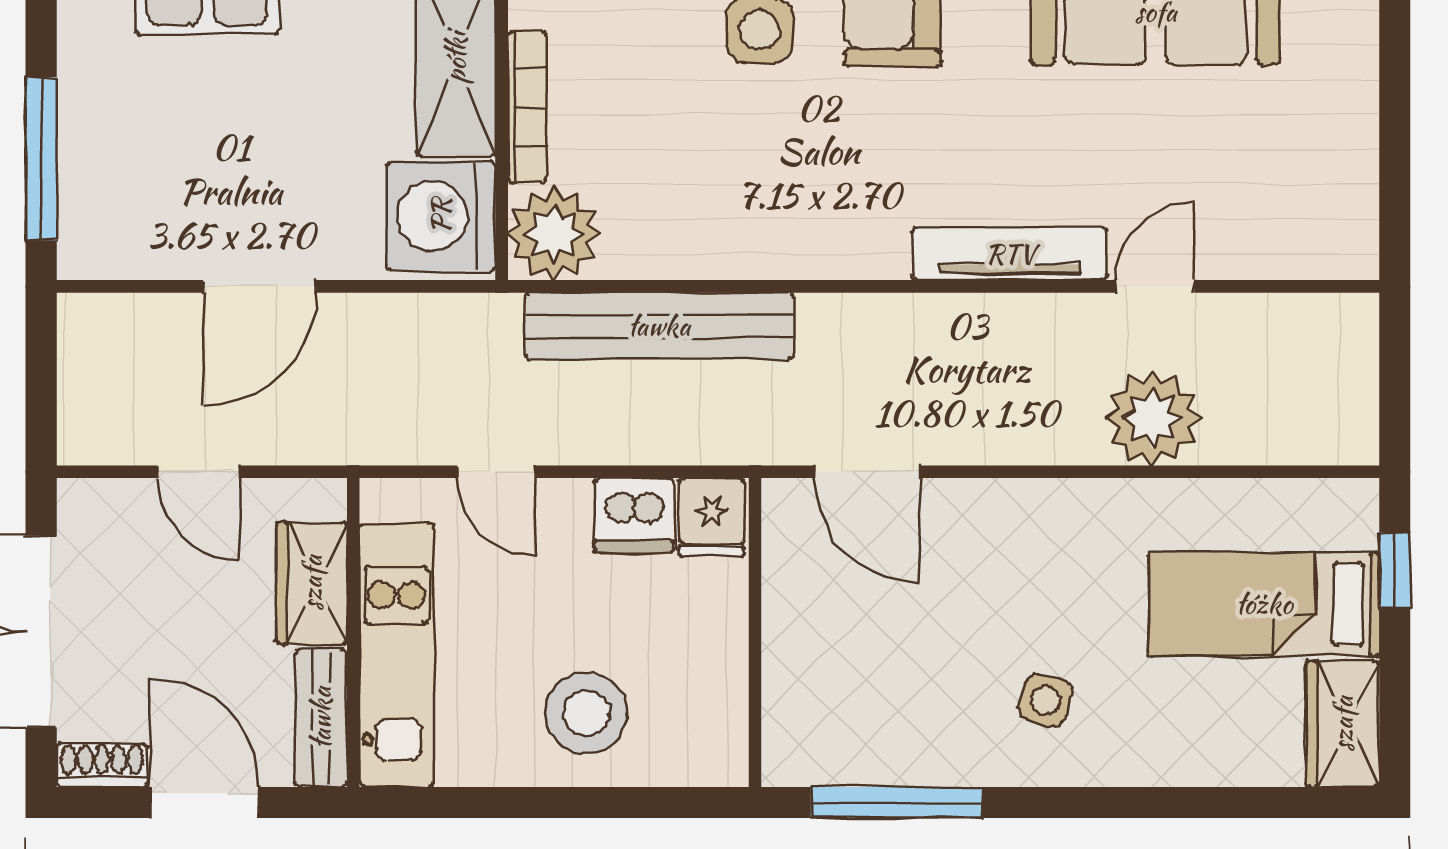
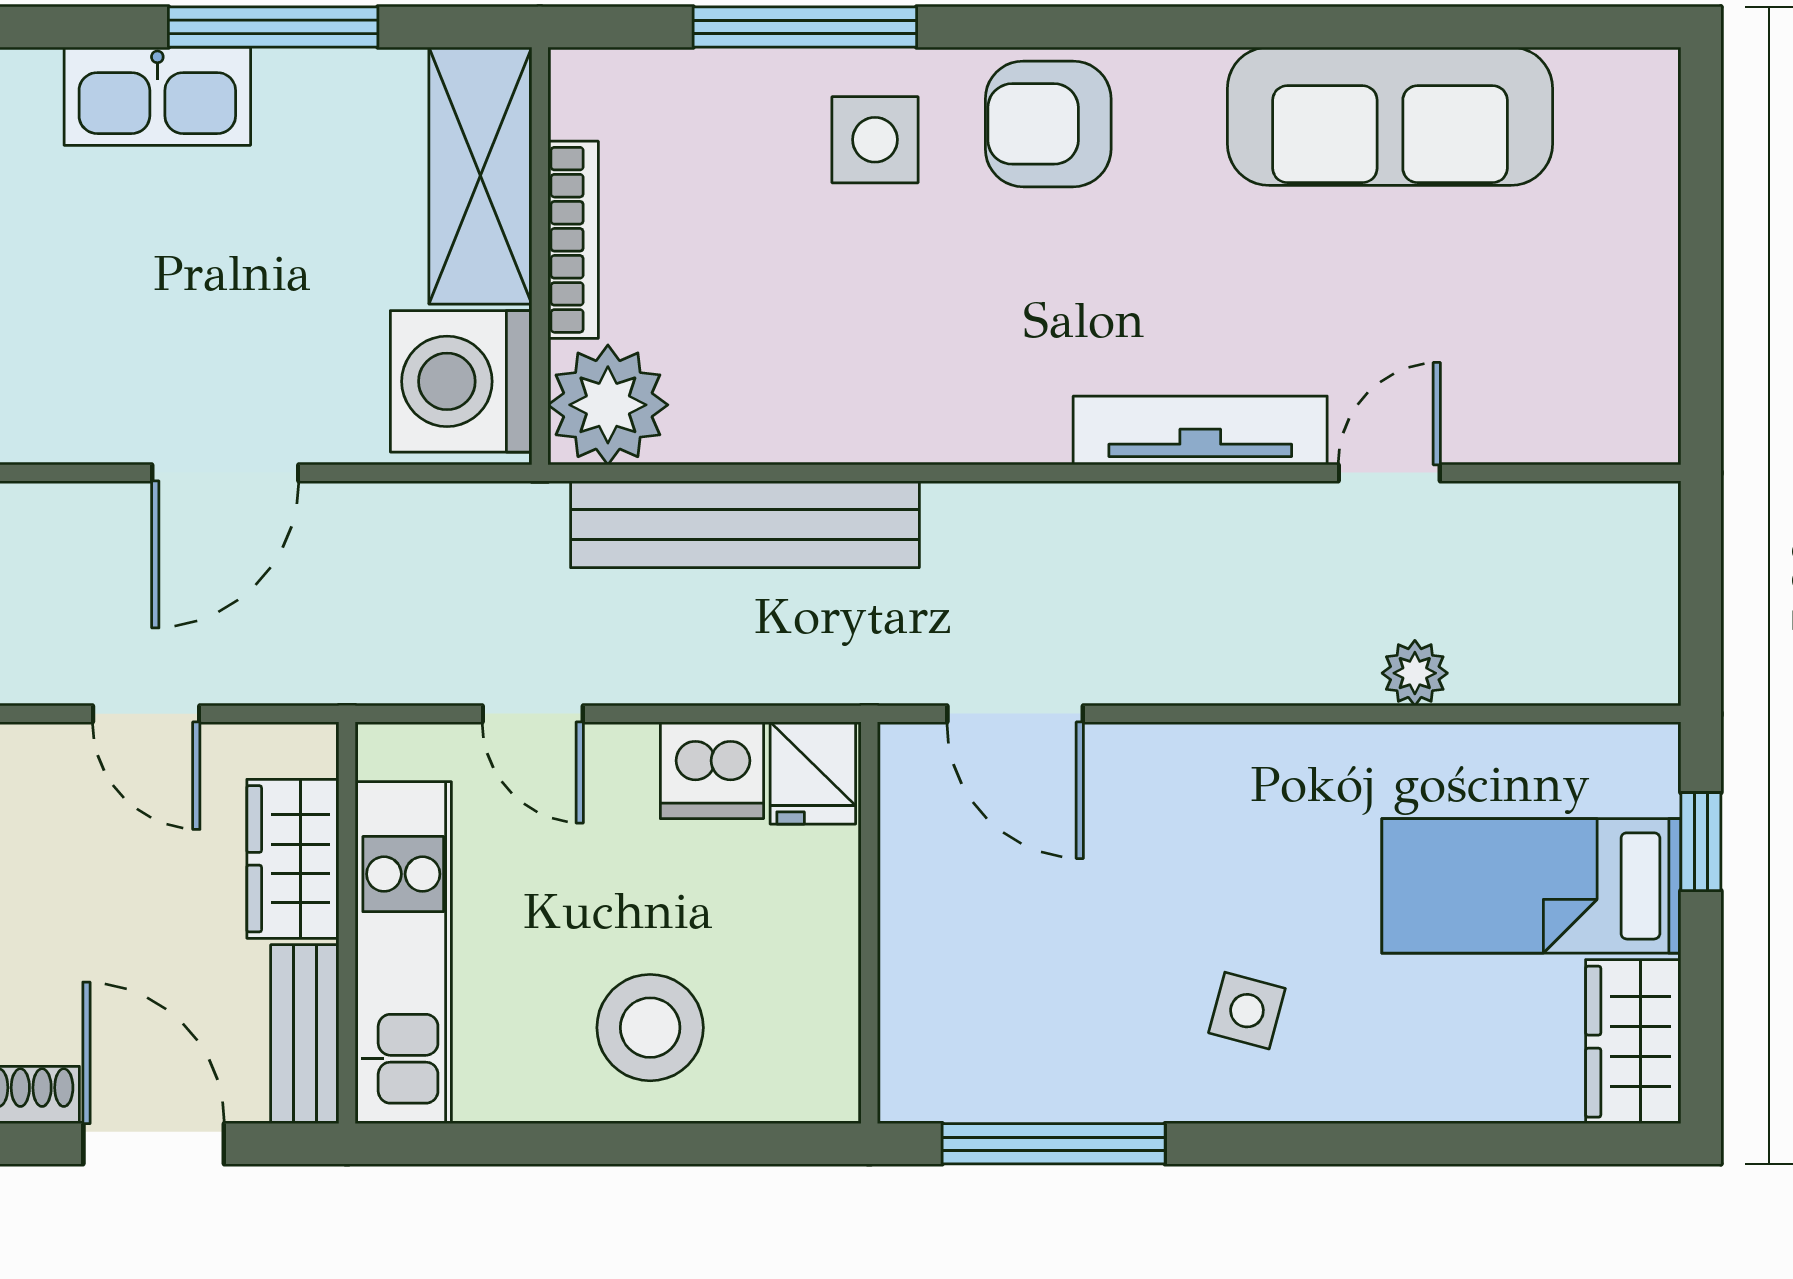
plant: (1153, 418) -> (1415, 673), width x0.53, depth x0.53

